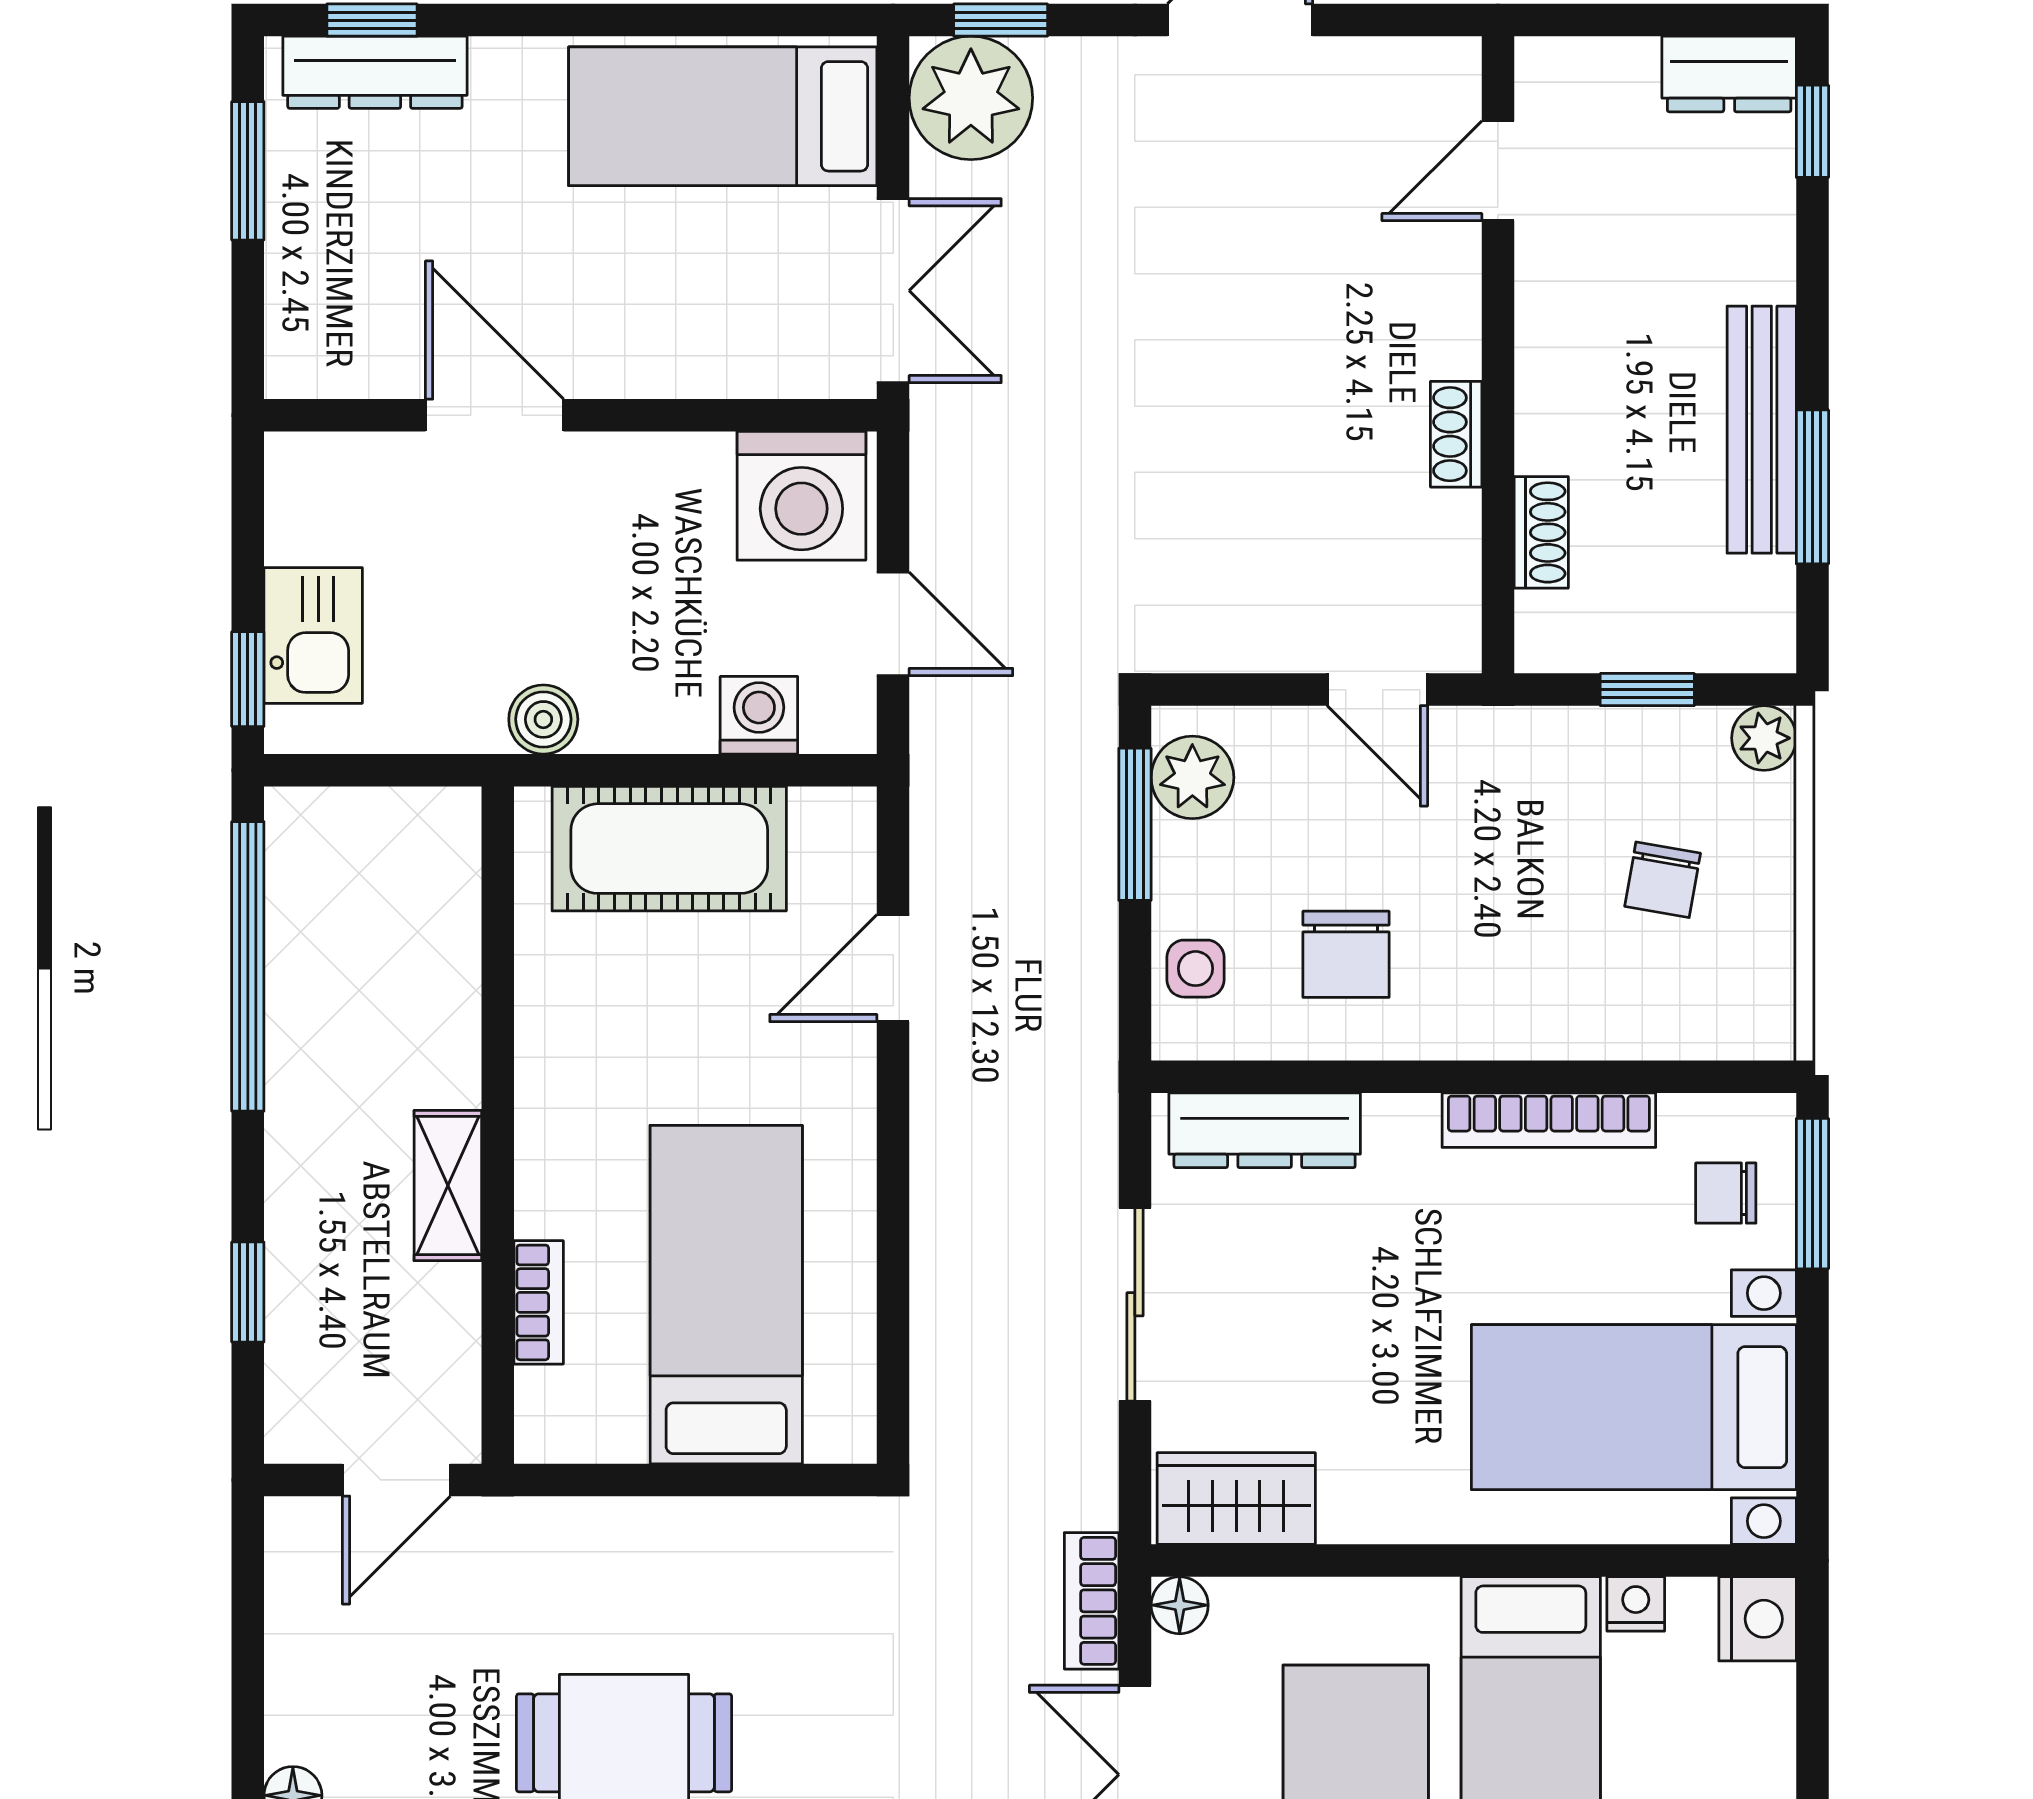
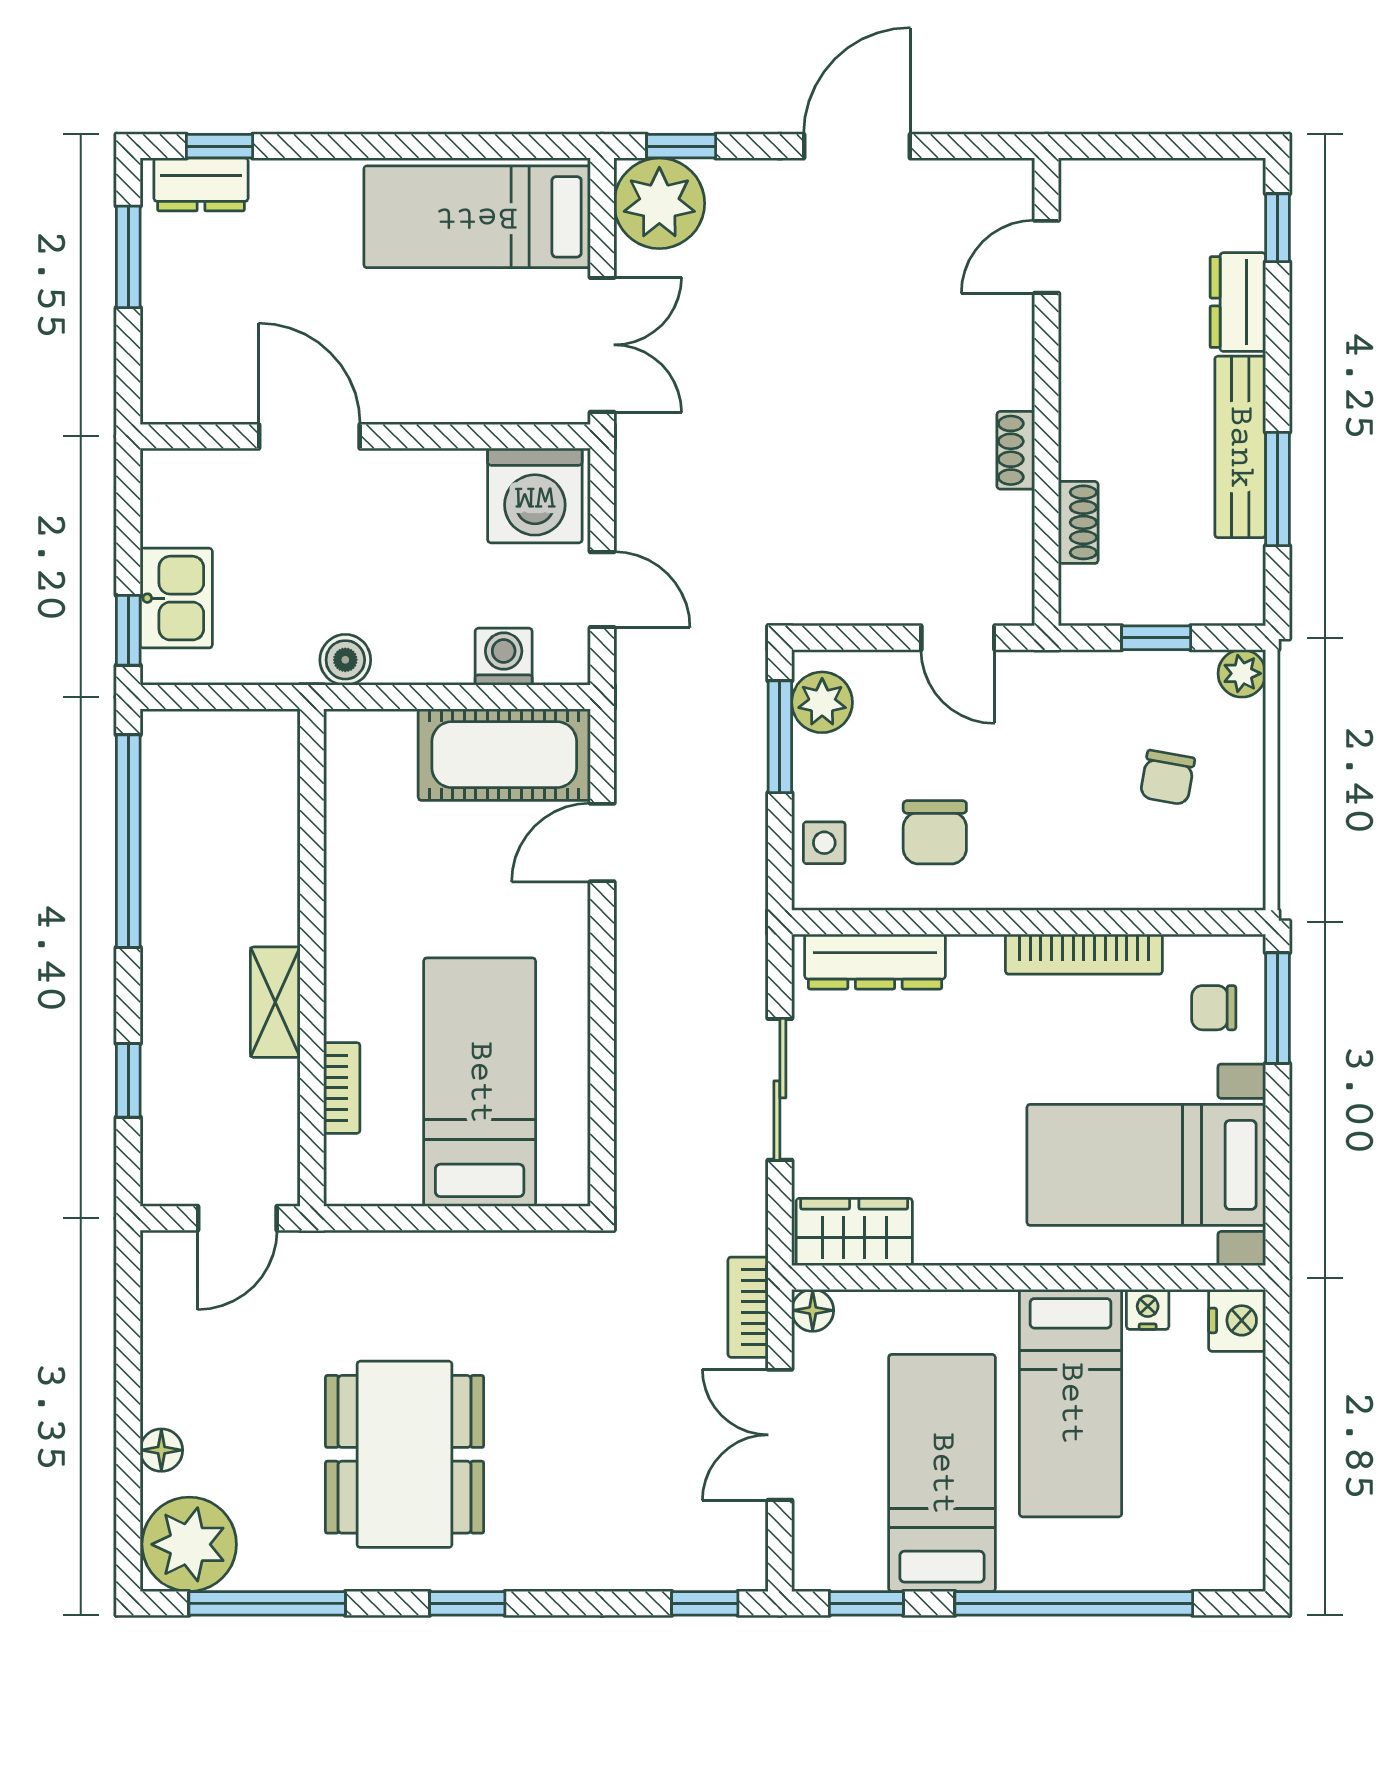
dresser: (375, 72) -> (201, 184), width x0.70
dresser: (1729, 74) -> (1238, 302), moved, turned 90
cot: (669, 849) -> (504, 755), moved

